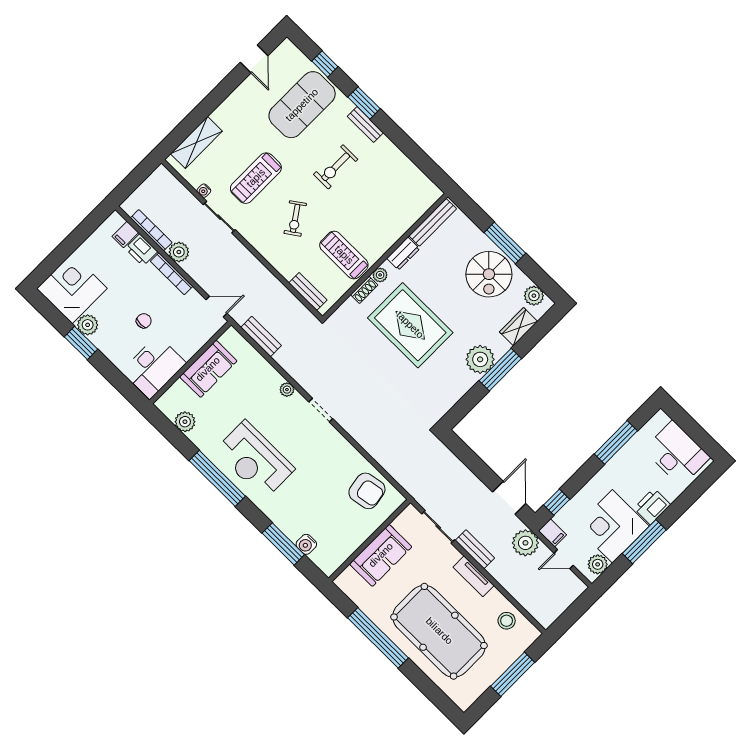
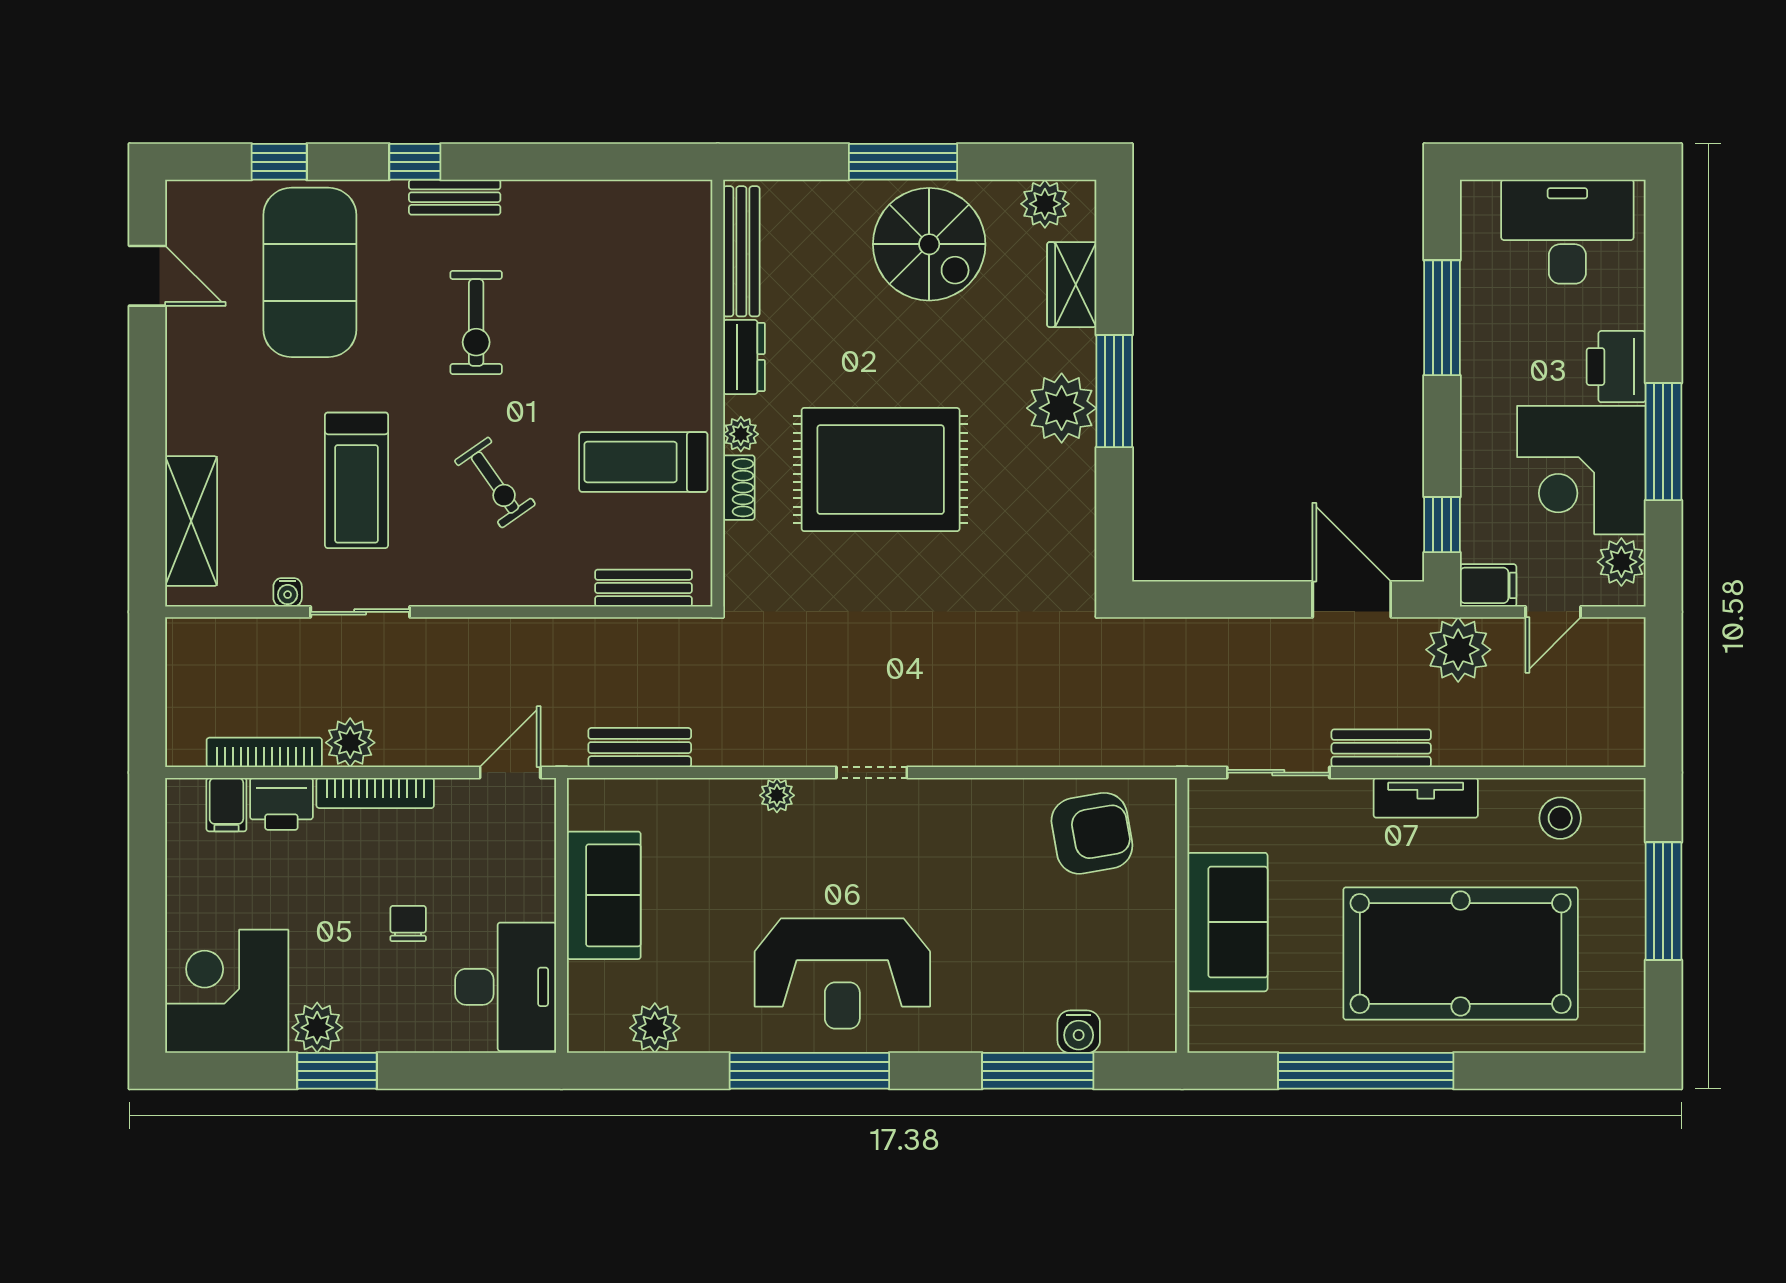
window: (364, 103) -> (415, 162), width x0.67

